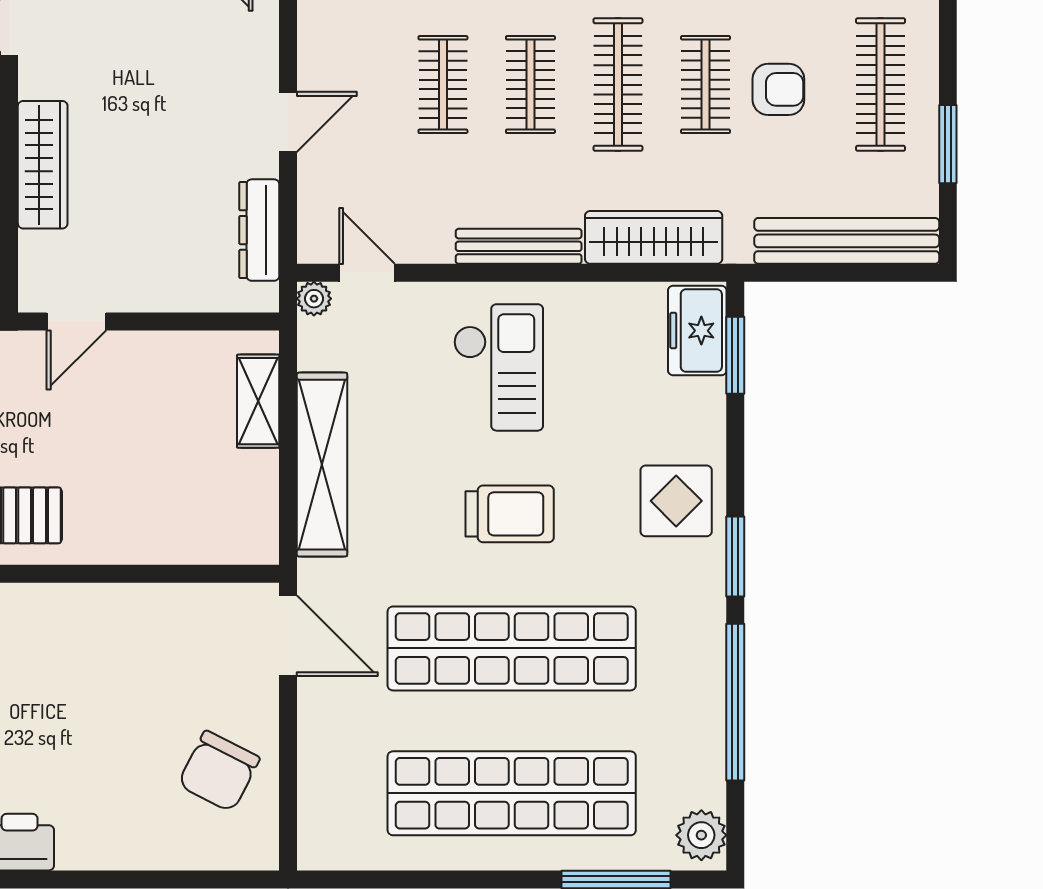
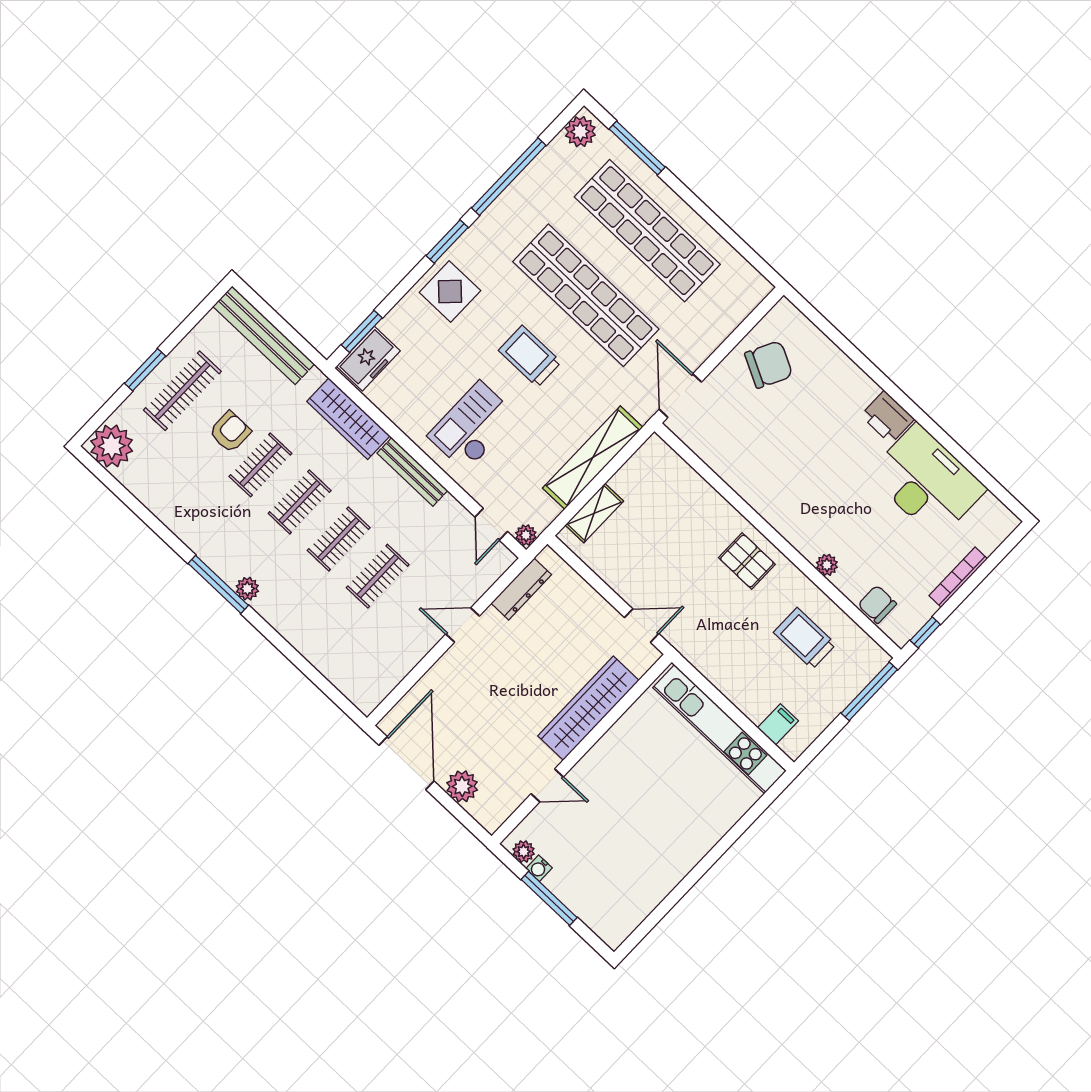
clothes rail: (618, 85) -> (300, 502), width x0.73
armchair: (778, 89) -> (230, 432), turned 90
window: (948, 144) -> (145, 370), moved
wardrobe: (43, 165) -> (588, 708), width x1.40, depth x1.17

